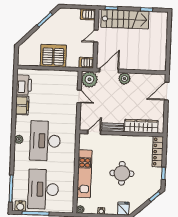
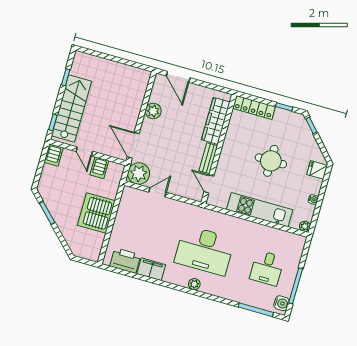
server rack: (86, 63) -> (99, 168), moved
plant: (124, 79) -> (153, 111), moved
desk: (43, 189) -> (267, 268), width x0.53, depth x0.77

